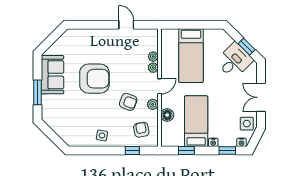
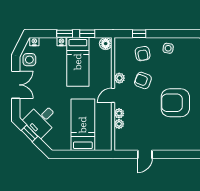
door: (126, 25) -> (145, 154), hinge flipped
floor lamp: (167, 115) -> (106, 44), moved
armchair: (141, 130) -> (143, 54), moved
window: (227, 151) -> (65, 34), moved

